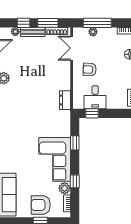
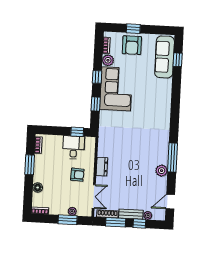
window: (97, 23) -> (68, 220), width x0.69
dresser: (65, 100) -> (102, 167), moved
window: (75, 181) -> (97, 77), moved
armchair: (41, 205) -> (132, 45), turned 90

